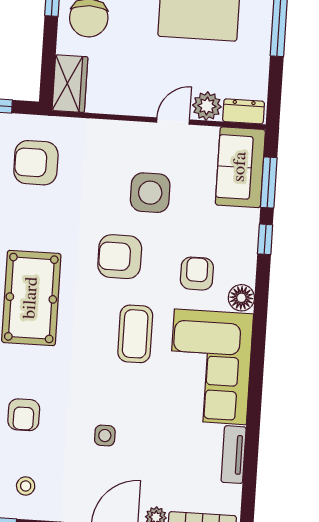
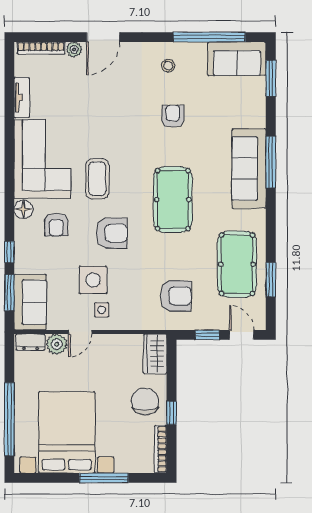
side table: (105, 436) -> (102, 310), moved

